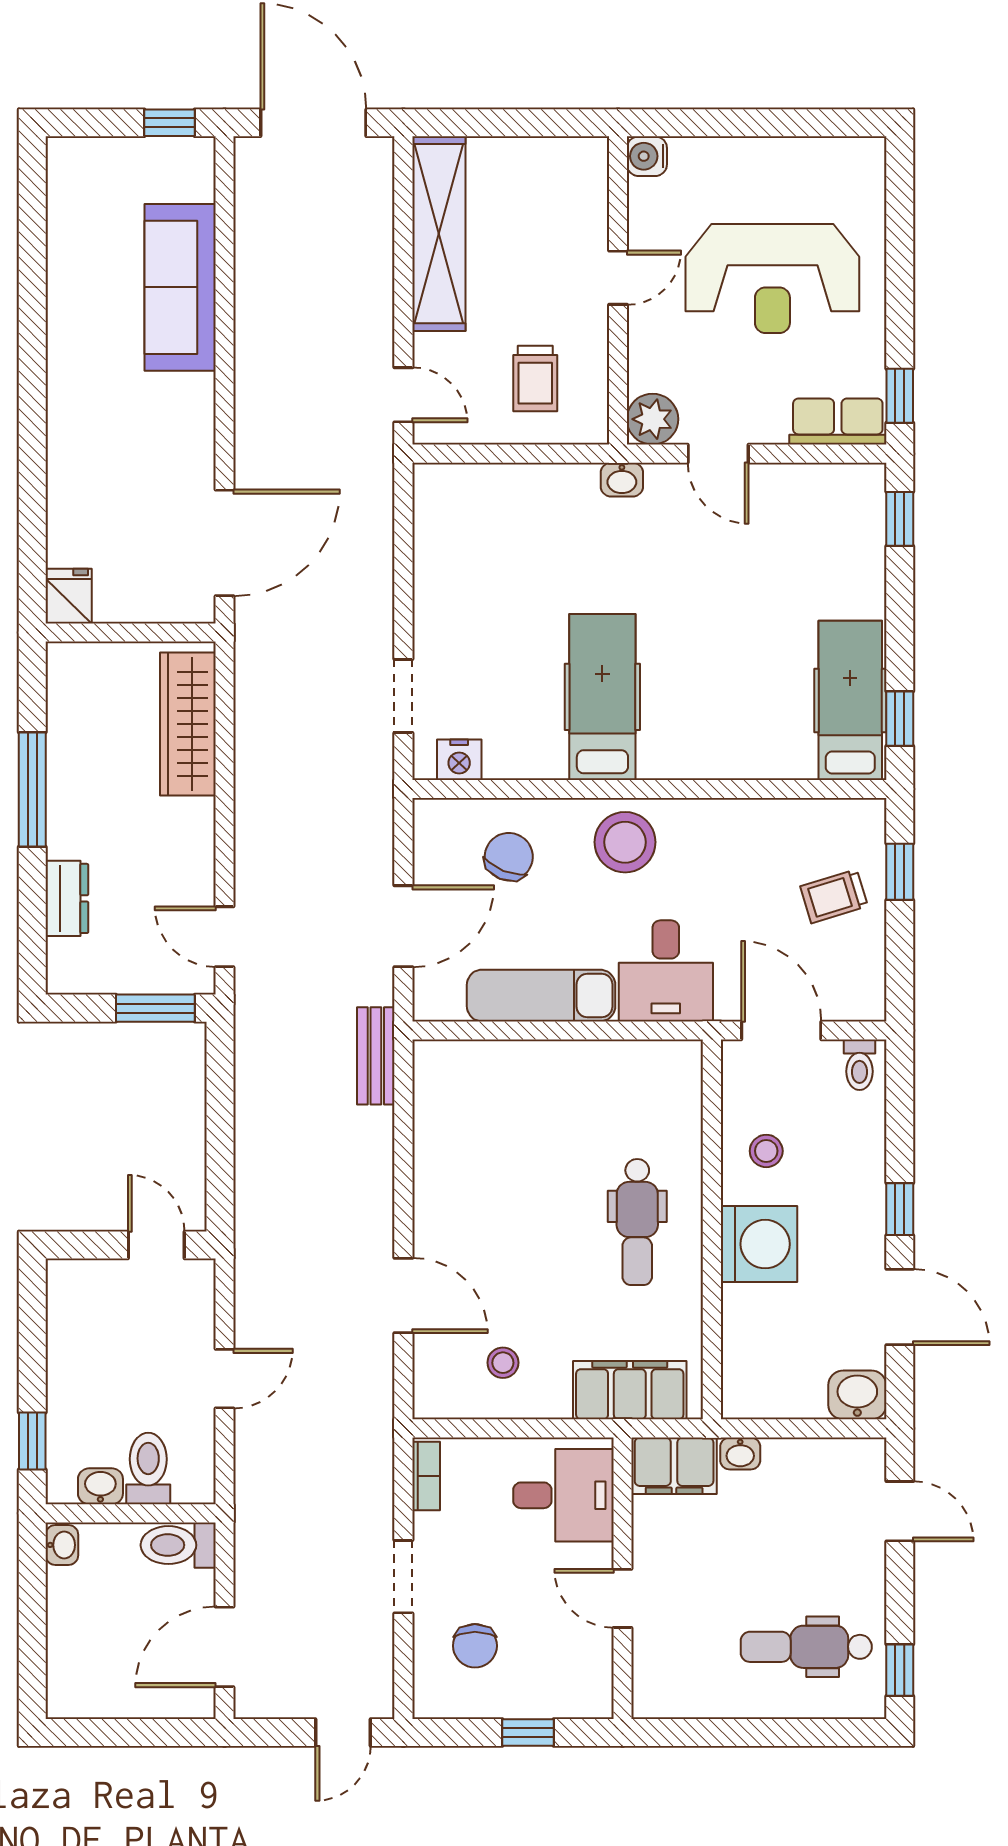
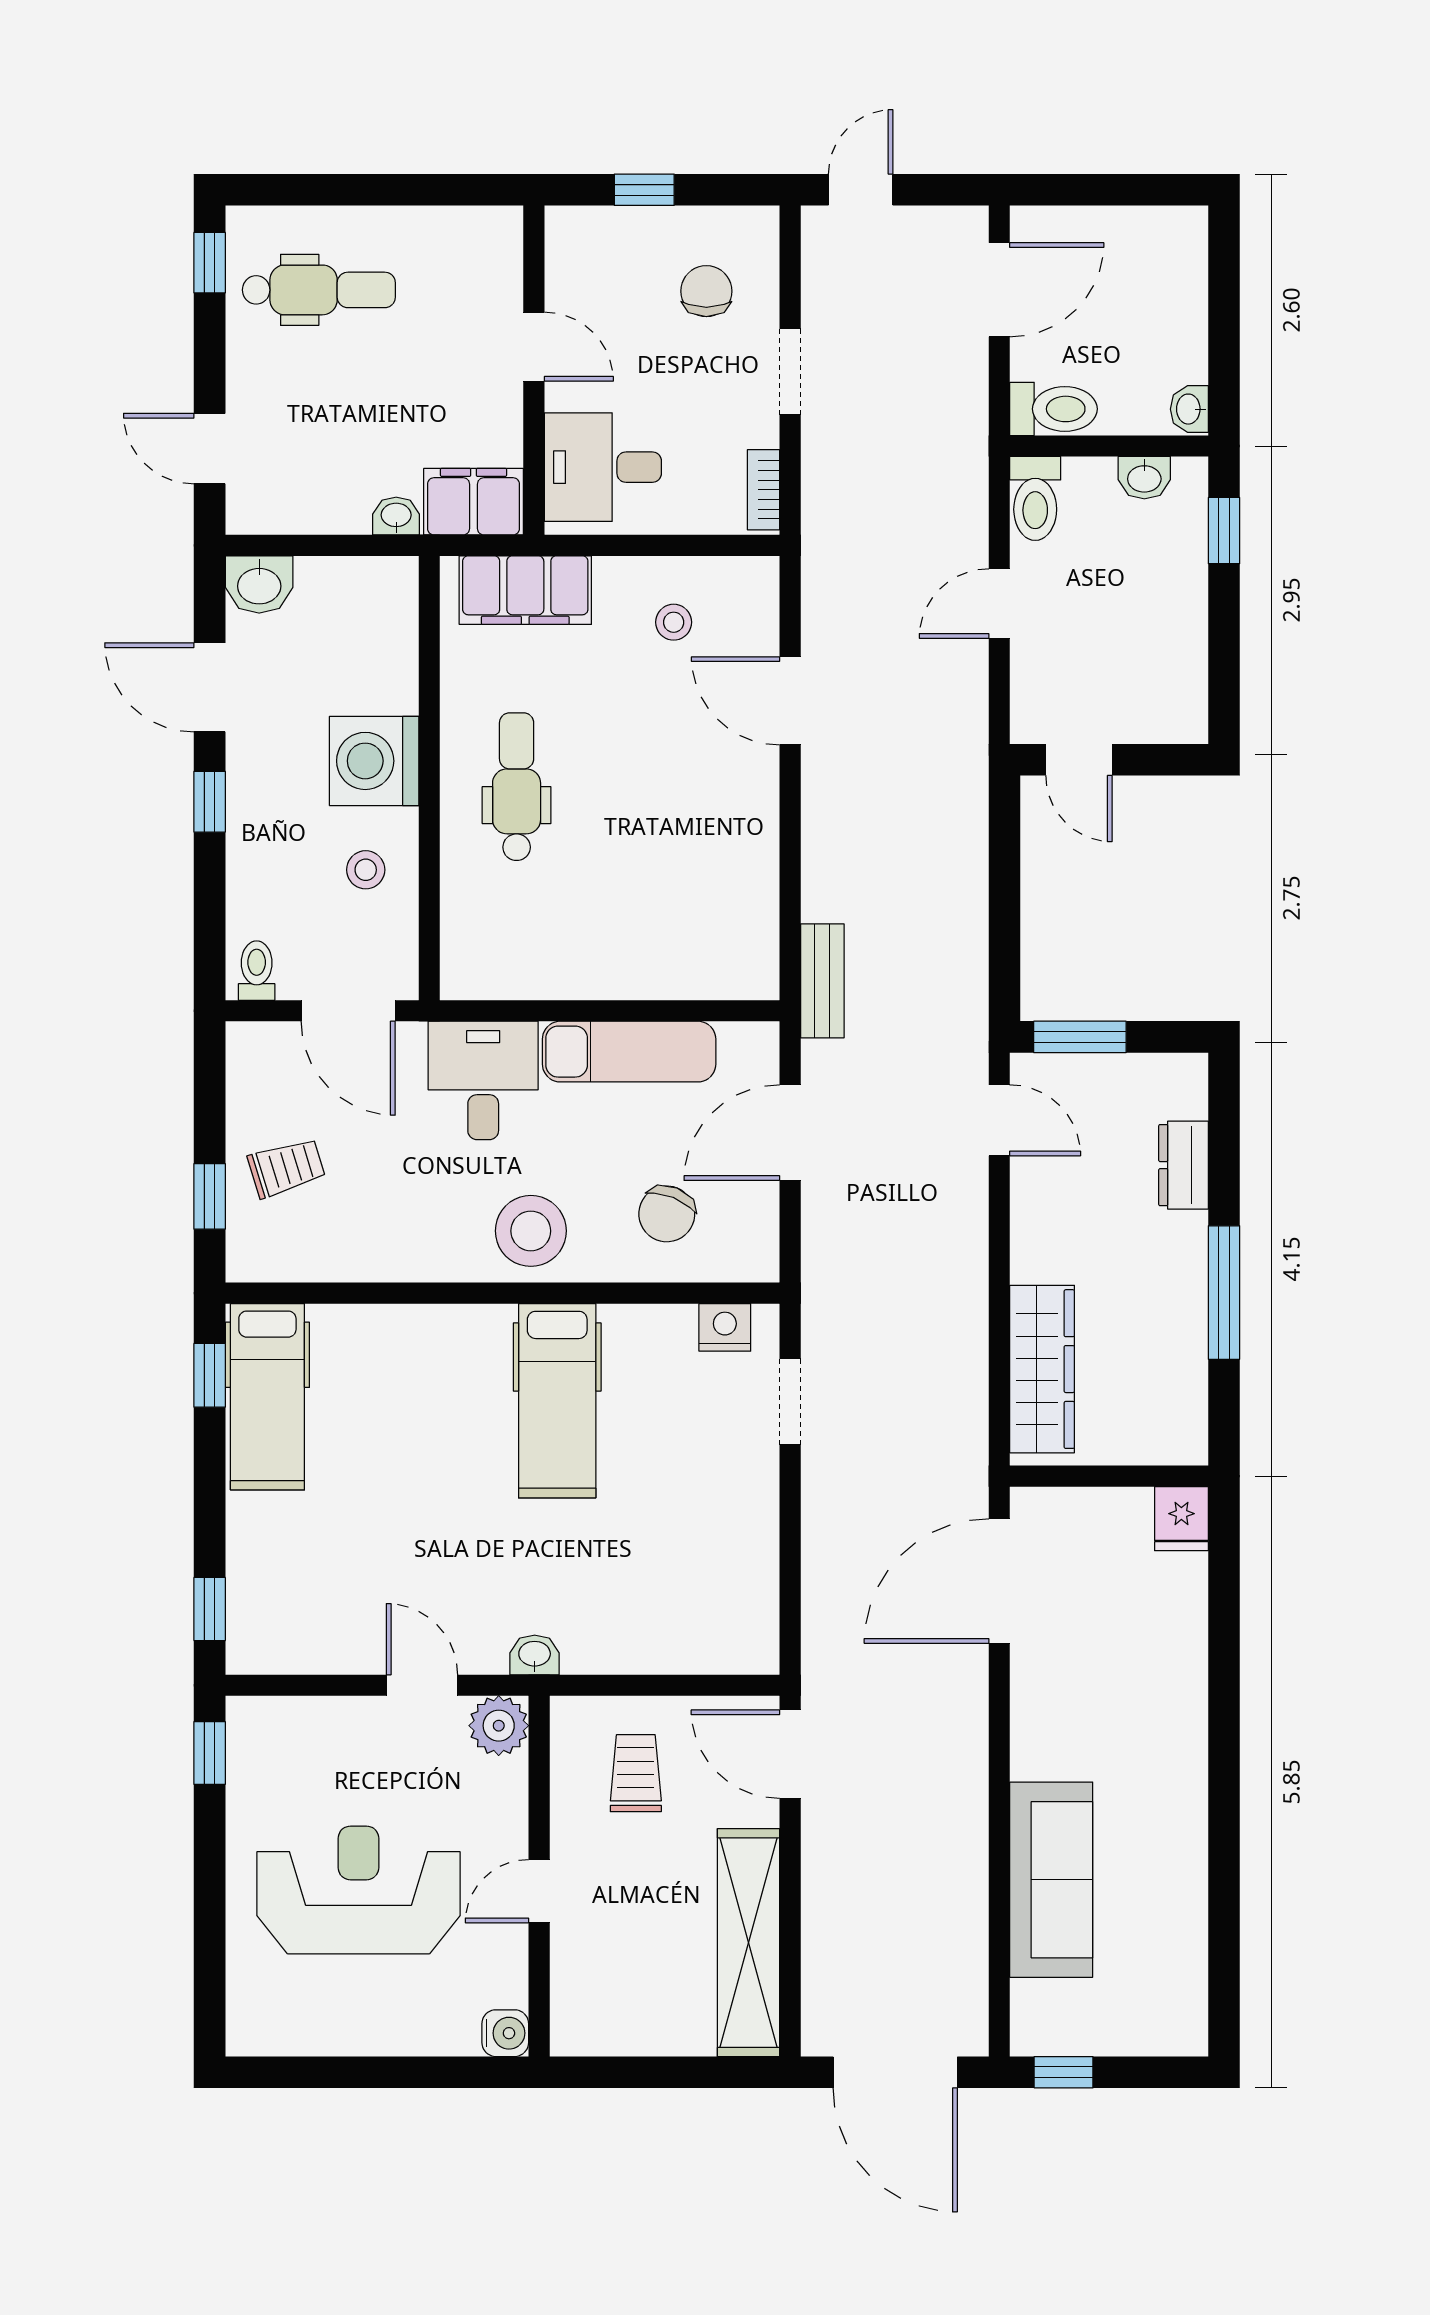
door: (403, 395) -> (790, 1754), width x1.38
row of seats: (838, 422) -> (282, 1723), removed
toilet: (148, 1469) -> (1035, 498), moved

